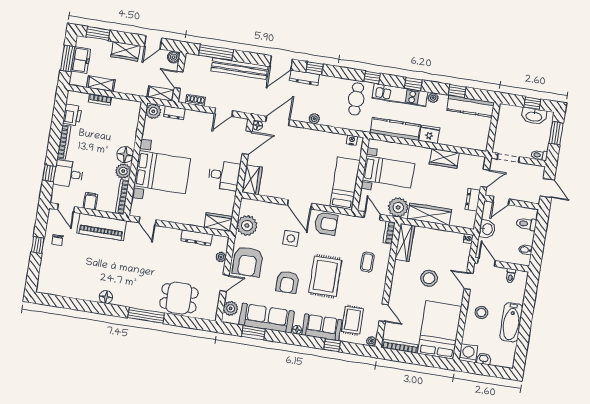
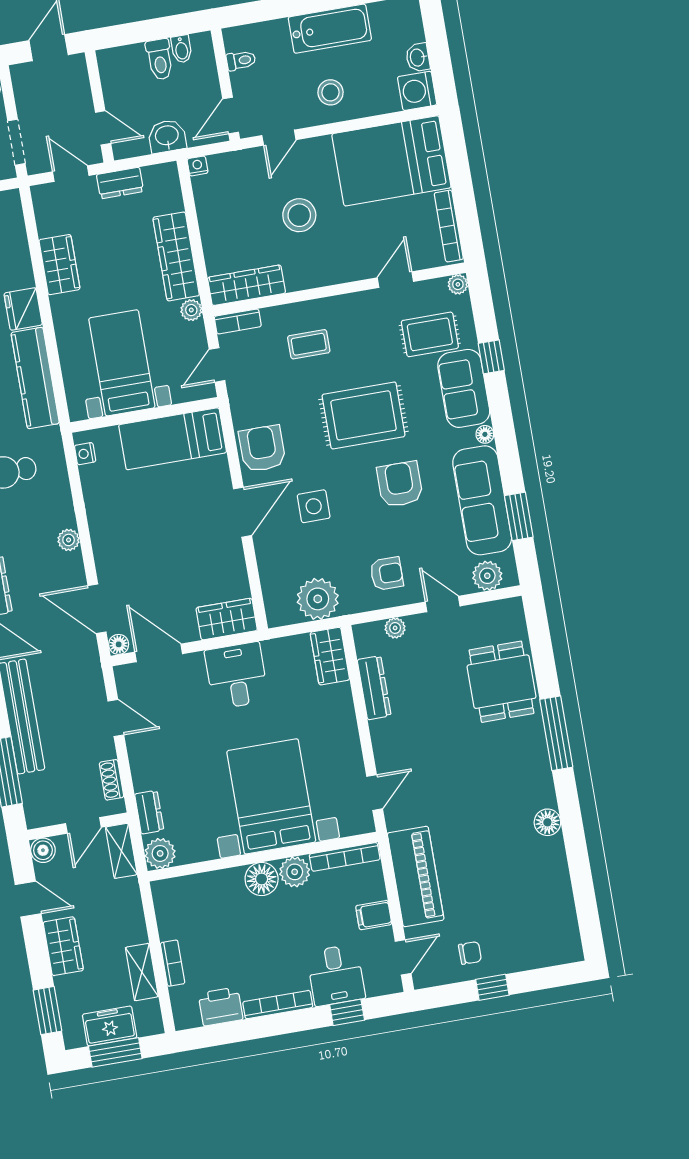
plant: (398, 207) -> (191, 310), width x0.53, depth x0.53
toilet: (526, 224) -> (160, 59), moved
armchair: (248, 262) -> (387, 574), width x0.53, depth x0.53
armchair: (287, 282) -> (400, 484), turned -90

